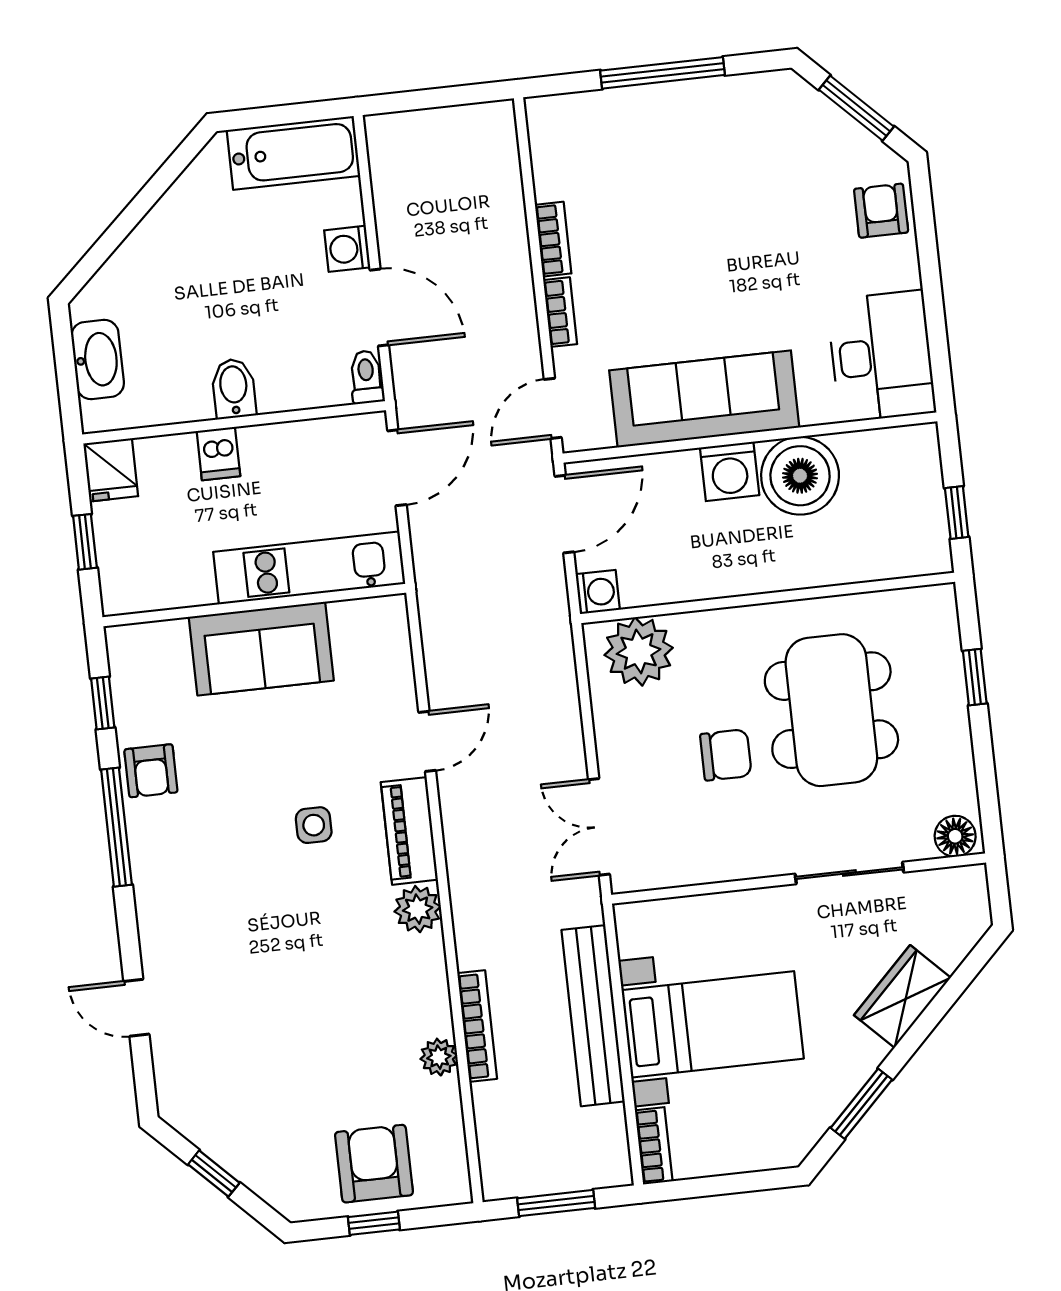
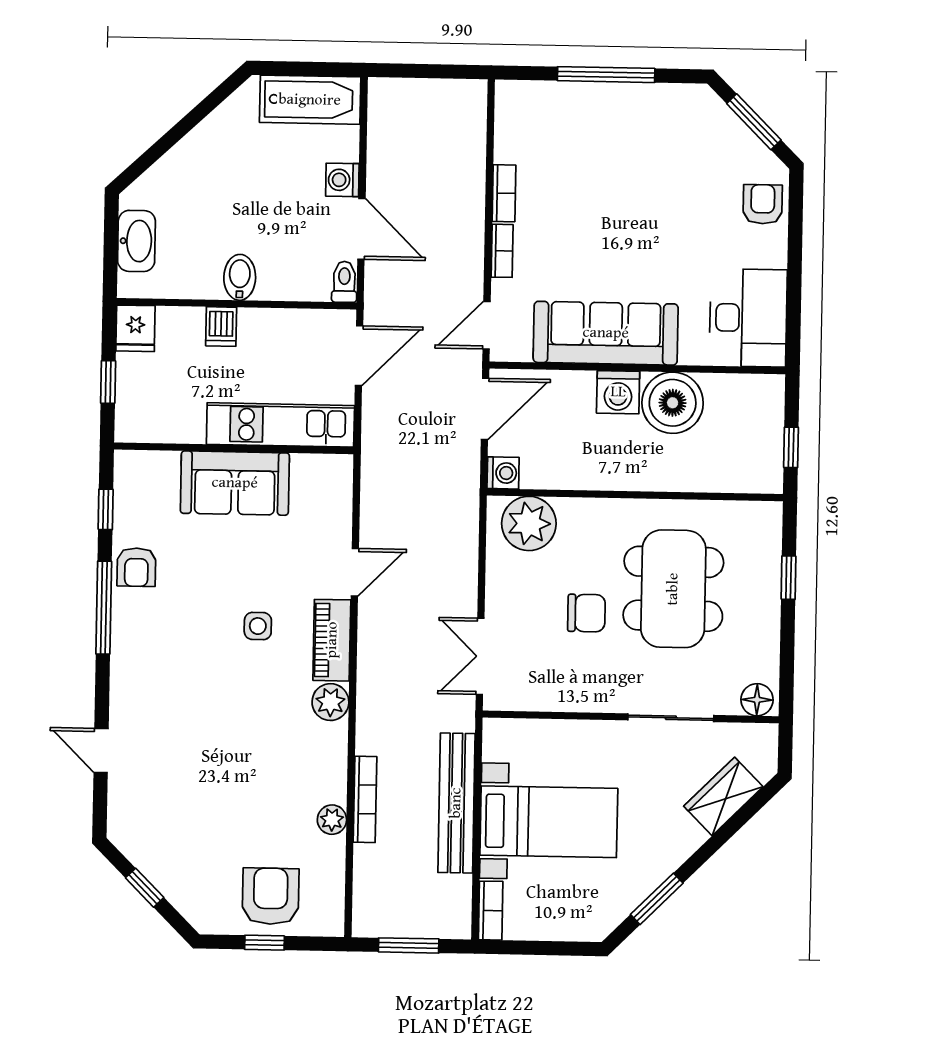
wardrobe: (902, 996) -> (723, 796), moved

